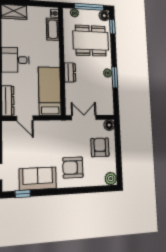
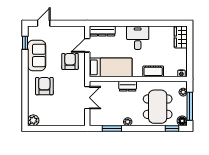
cot: (53, 29) -> (153, 71), moved
window: (115, 77) -> (112, 129), moved
floor lamp: (109, 125) -> (80, 121), removed
armchair: (100, 147) -> (70, 61), moved, turned -90

